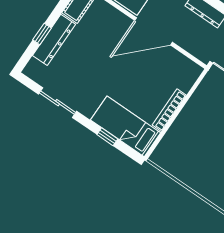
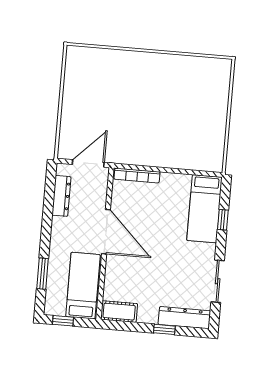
dresser: (54, 40) -> (184, 318), moved
bookcase: (169, 110) -> (137, 175), moved

